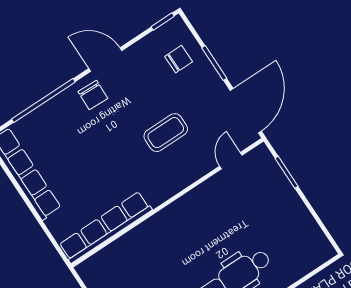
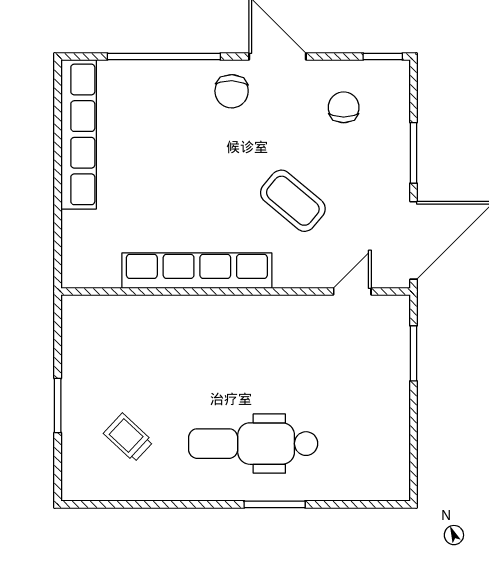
chair: (179, 59) -> (344, 107), moved, turned -90
coffee table: (166, 133) -> (293, 201), turned 40
row of seats: (105, 227) -> (197, 271), moved

